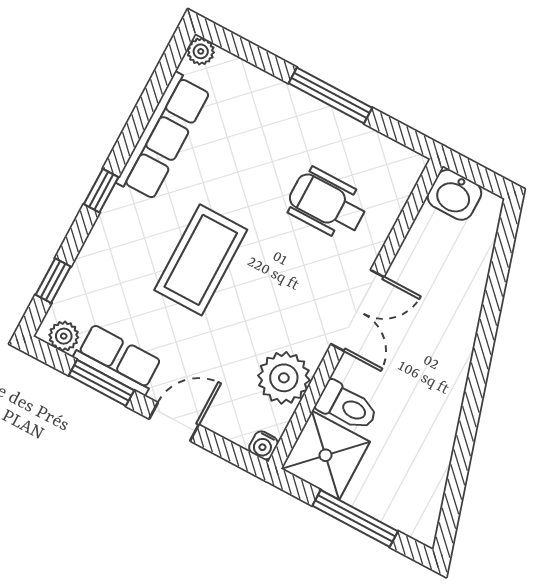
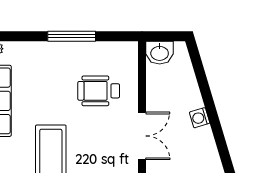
washing machine: (463, 330) -> (200, 118), added

